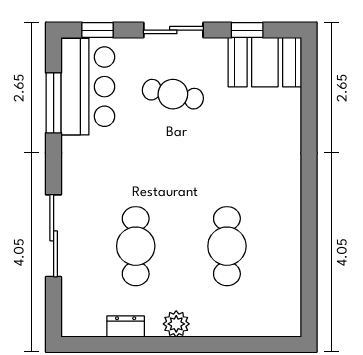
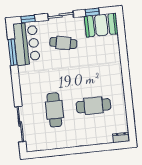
sliding door: (54, 236) -> (20, 124), moved
cafe table: (227, 246) -> (93, 106), turned 90
plant: (176, 324) -> (75, 141), removed
dresser: (126, 327) -> (121, 138), moved

